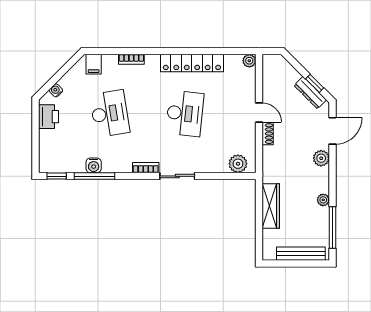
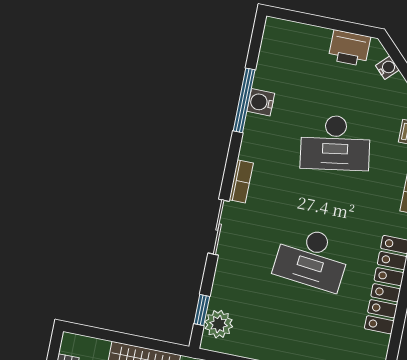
window: (57, 176) -> (202, 310), moved

